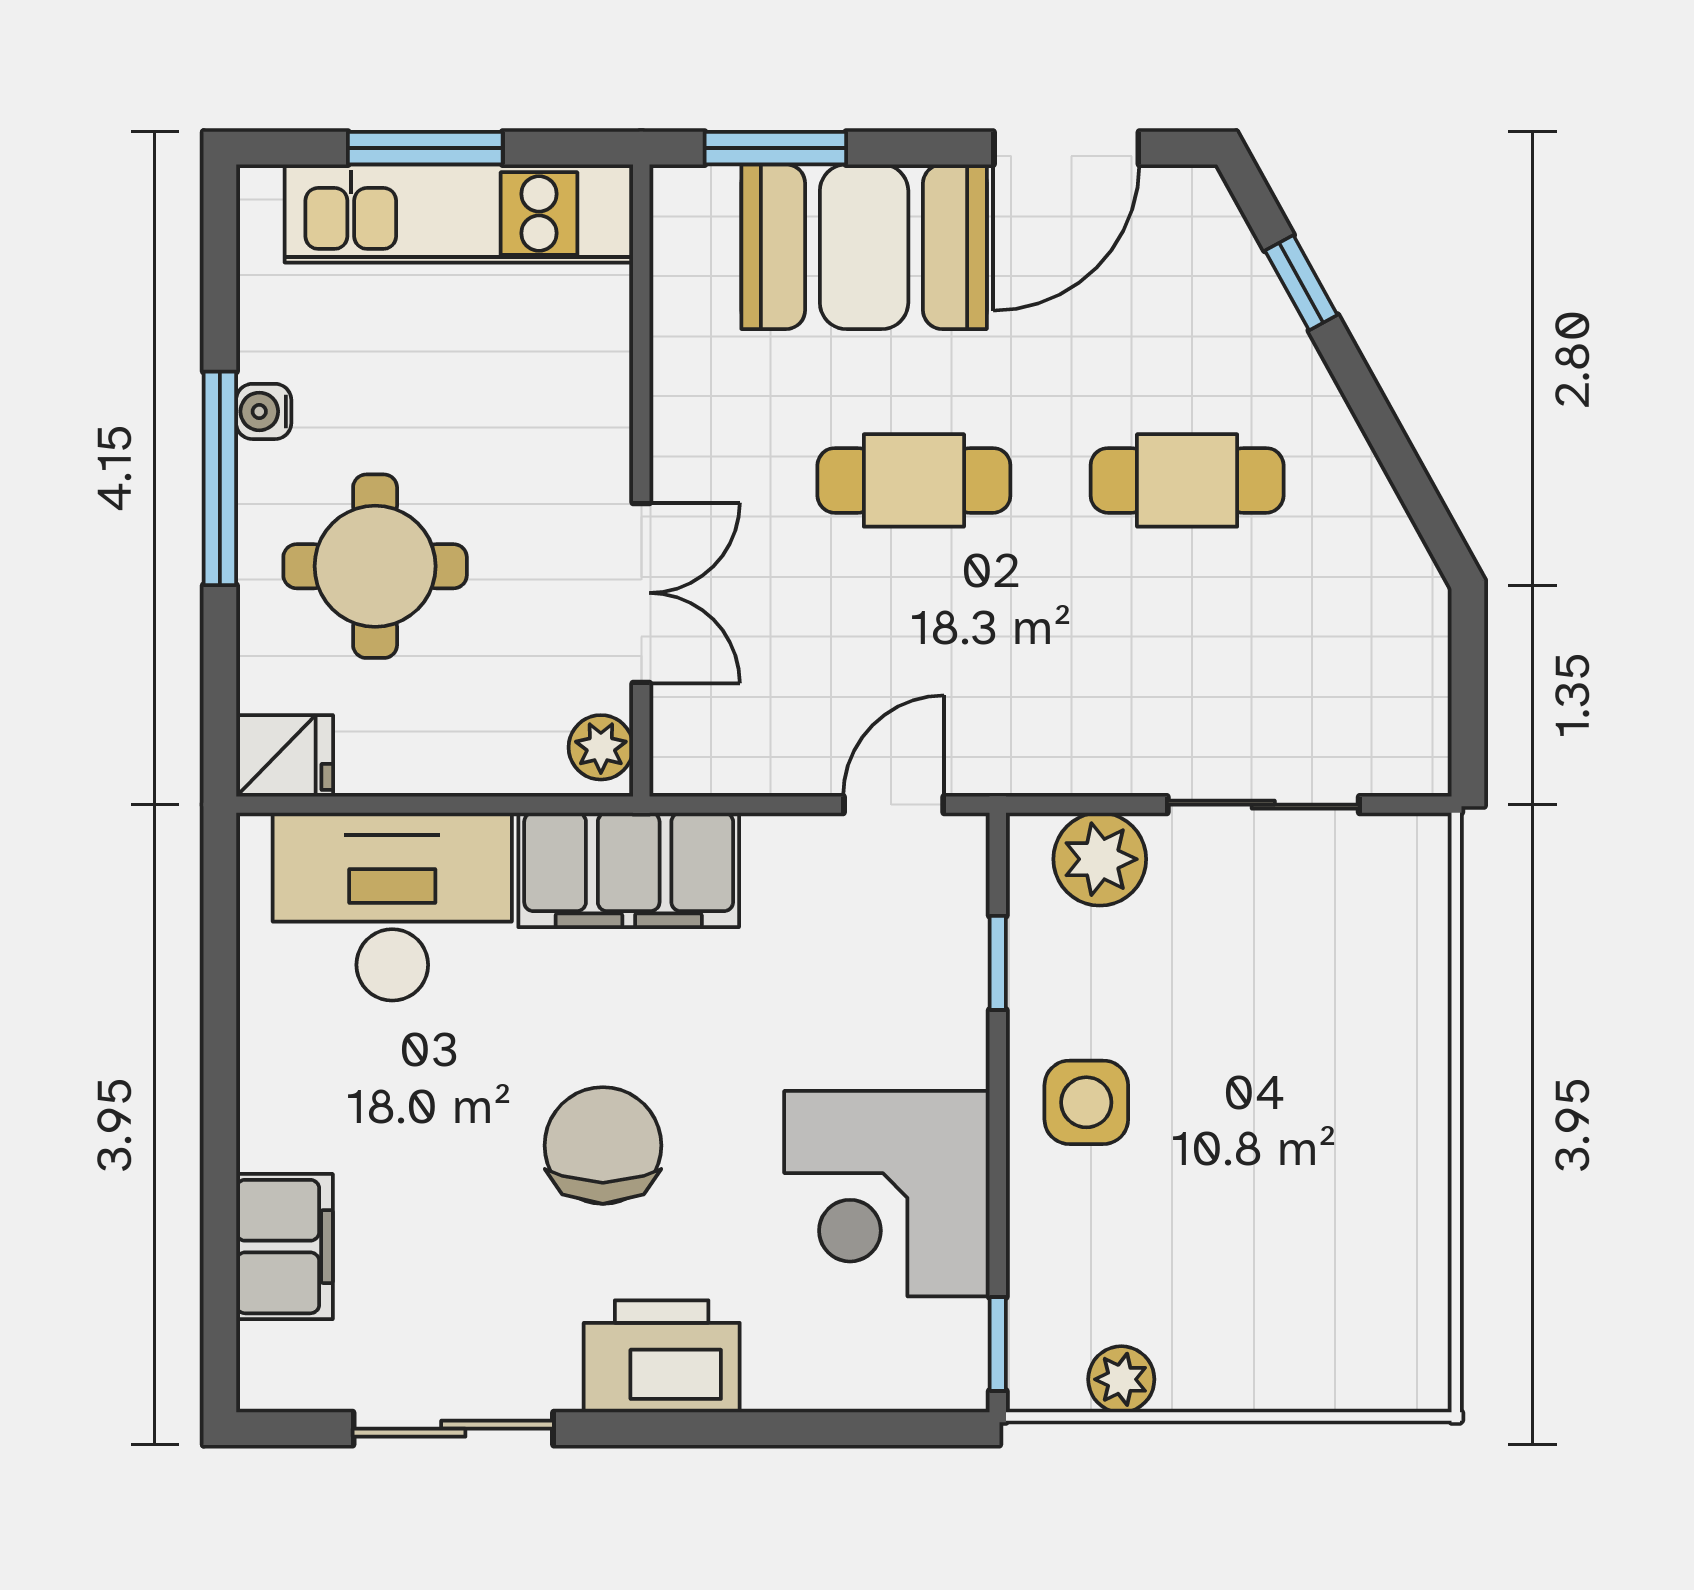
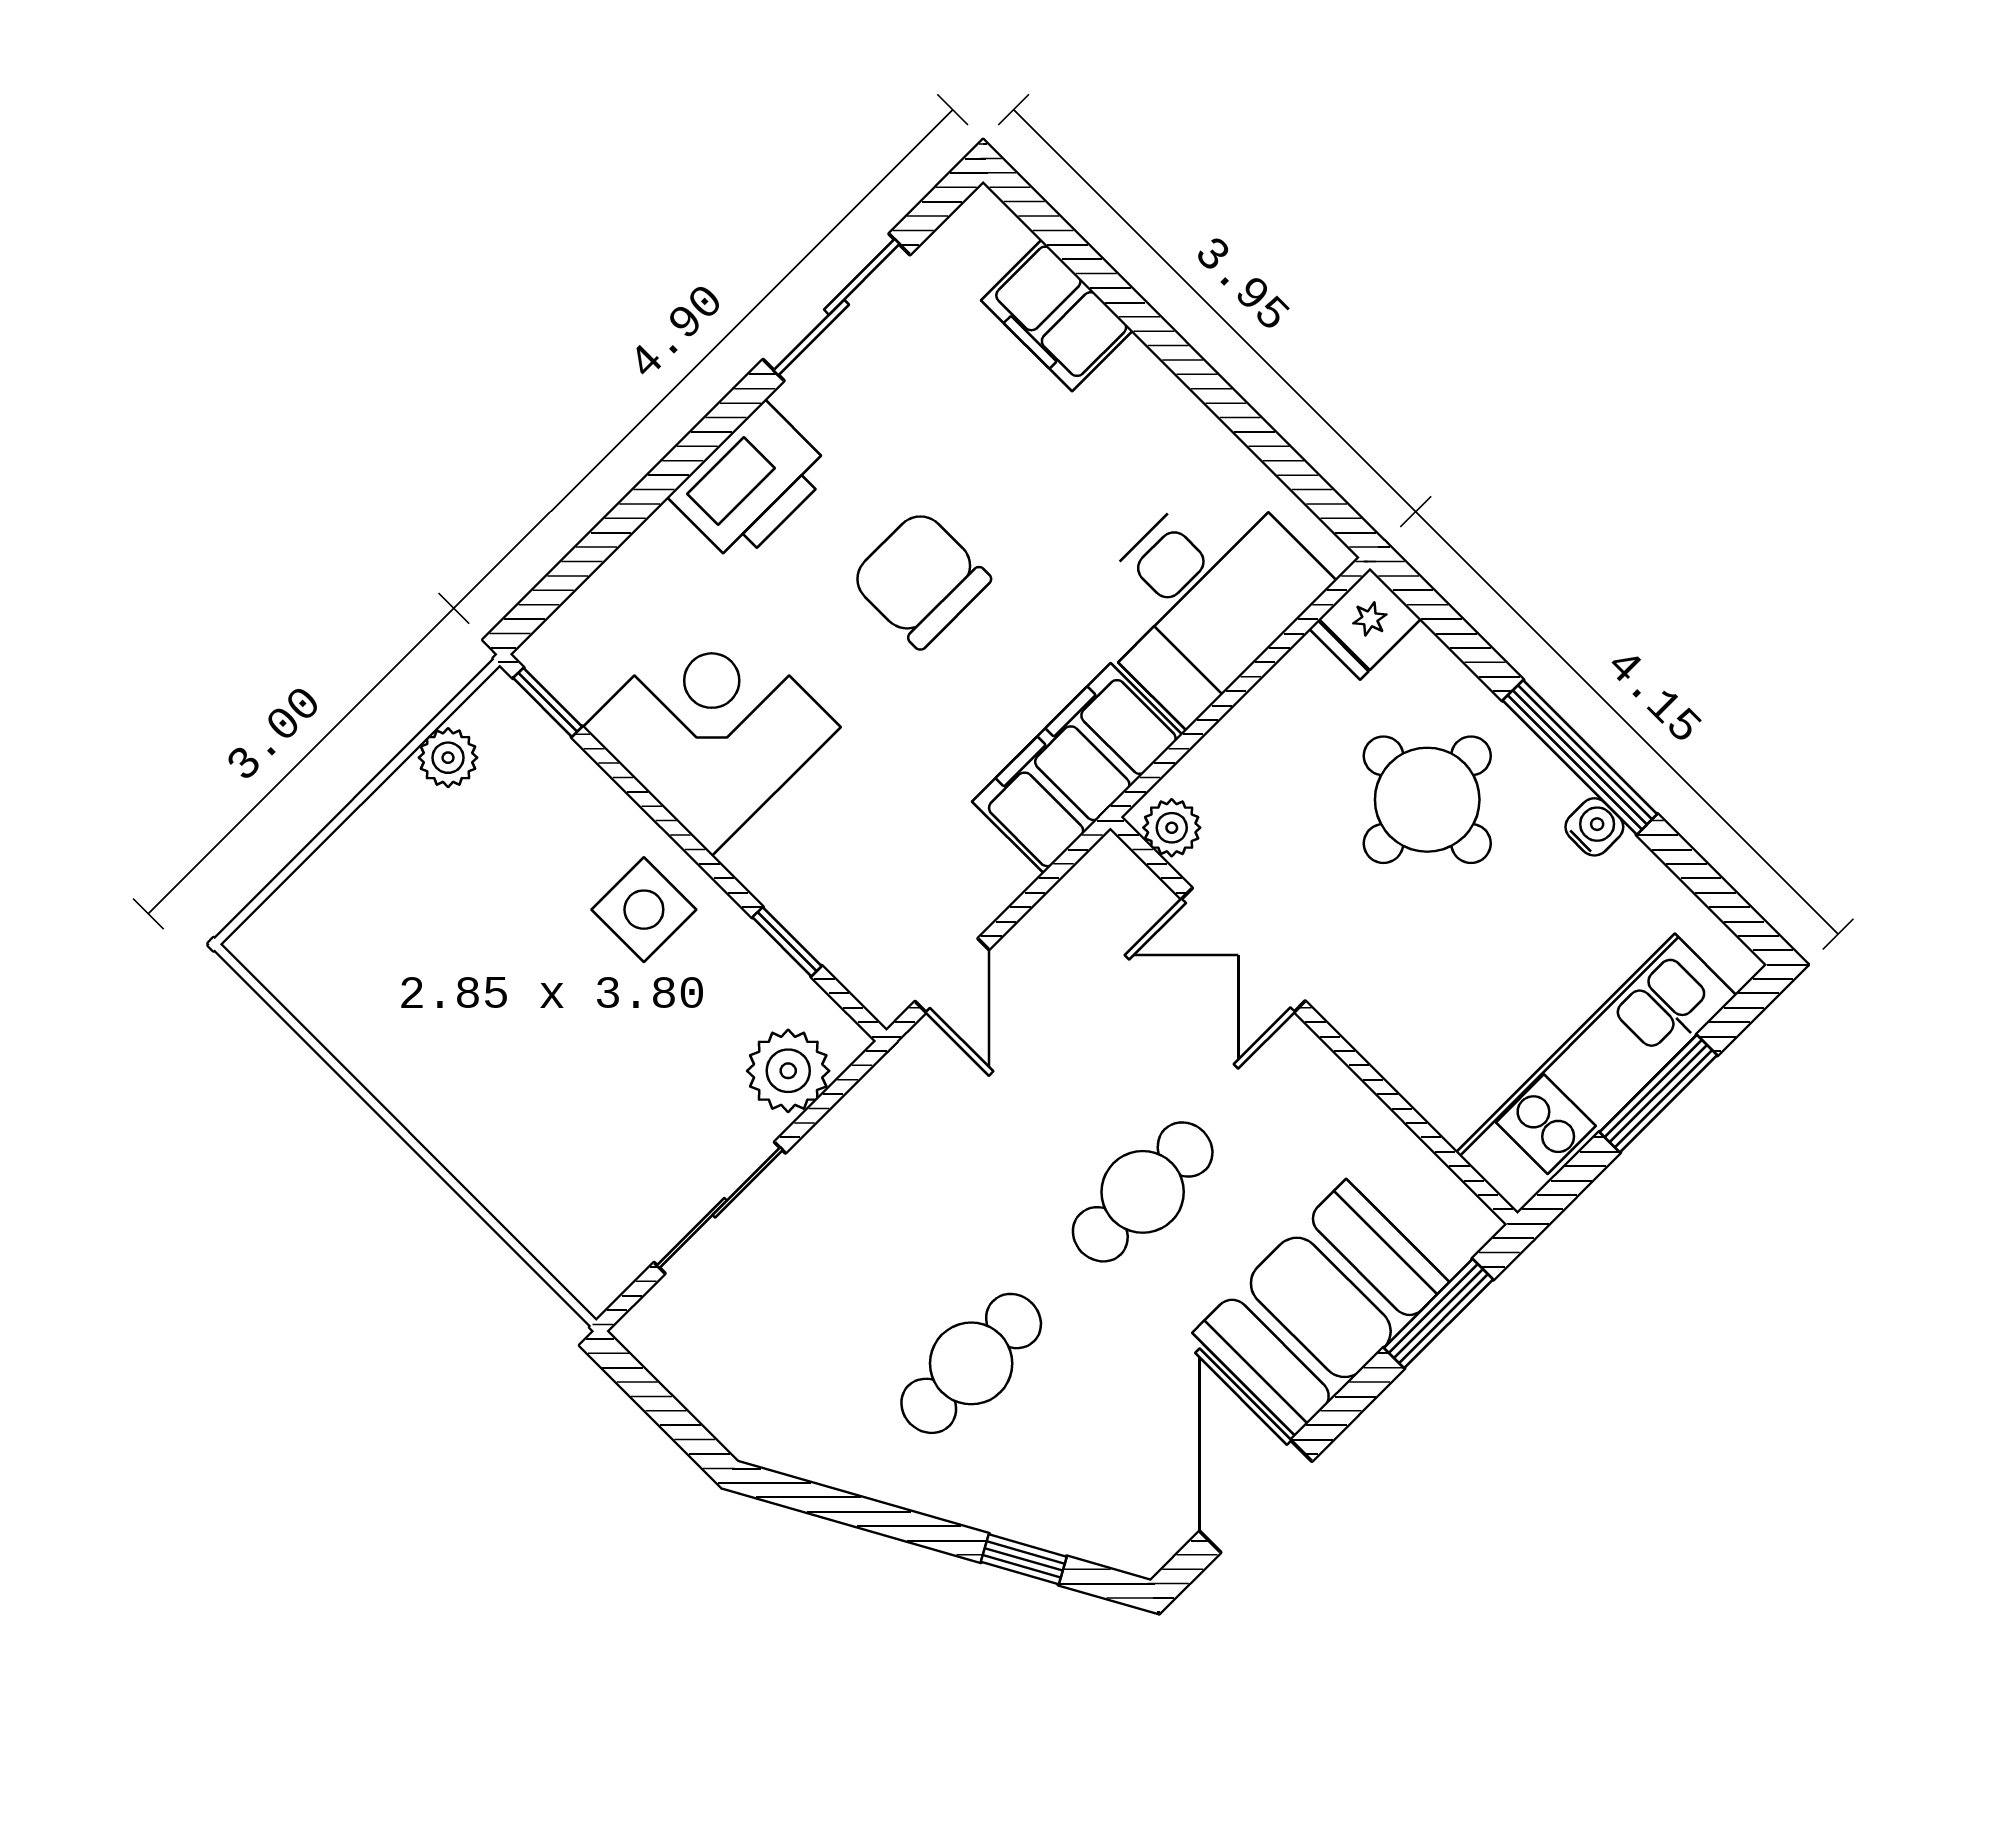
chair: (603, 1145) -> (920, 579), turned 180

